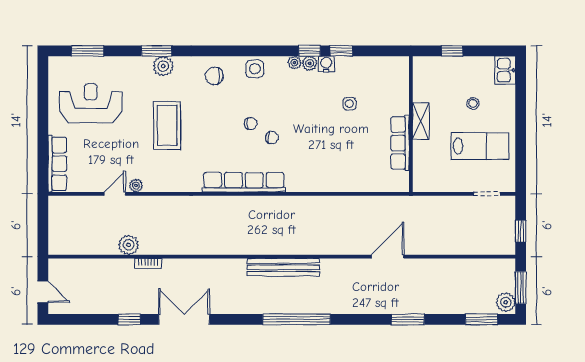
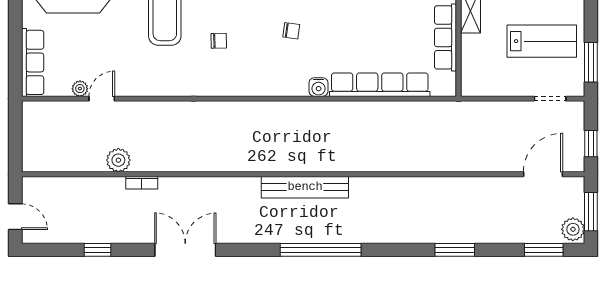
chair: (251, 123) -> (219, 41), moved
window: (521, 164) -> (591, 62), added
row of seats: (244, 182) -> (380, 85), moved
water cooler: (295, 184) -> (319, 87), added
plant: (136, 185) -> (80, 89), moved
door: (388, 257) -> (543, 174), moved
window: (129, 319) -> (97, 250), moved

